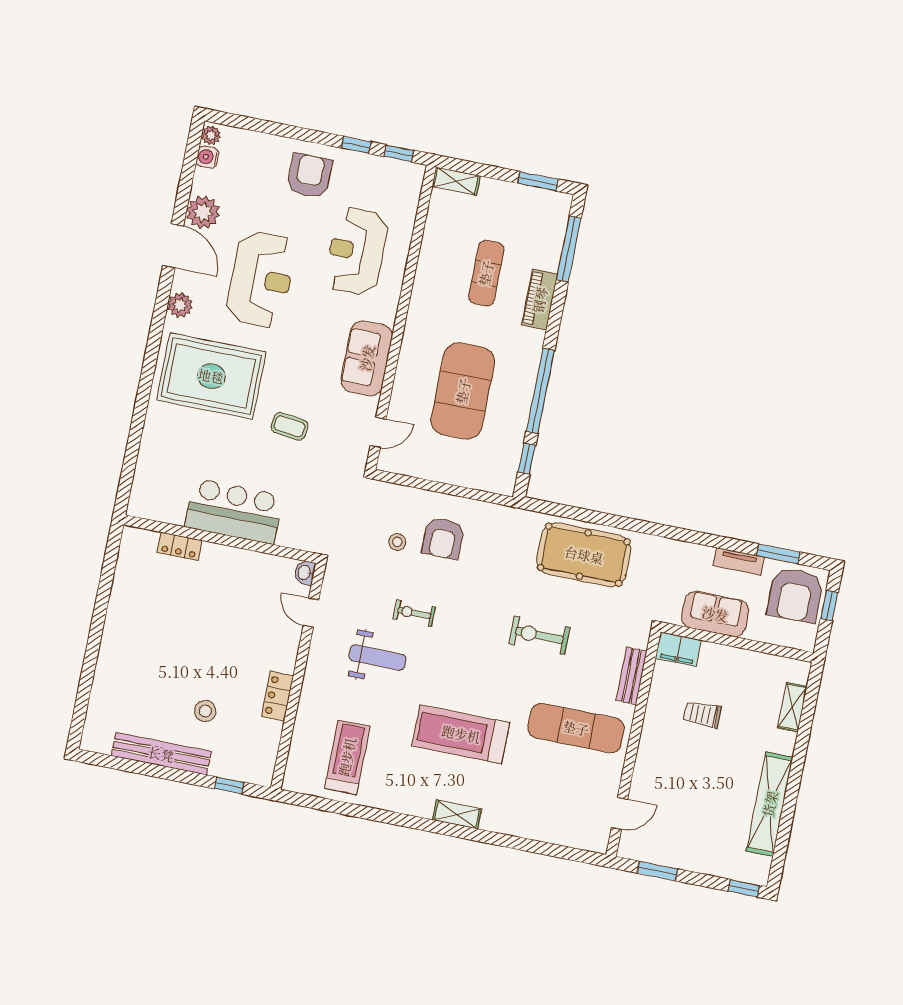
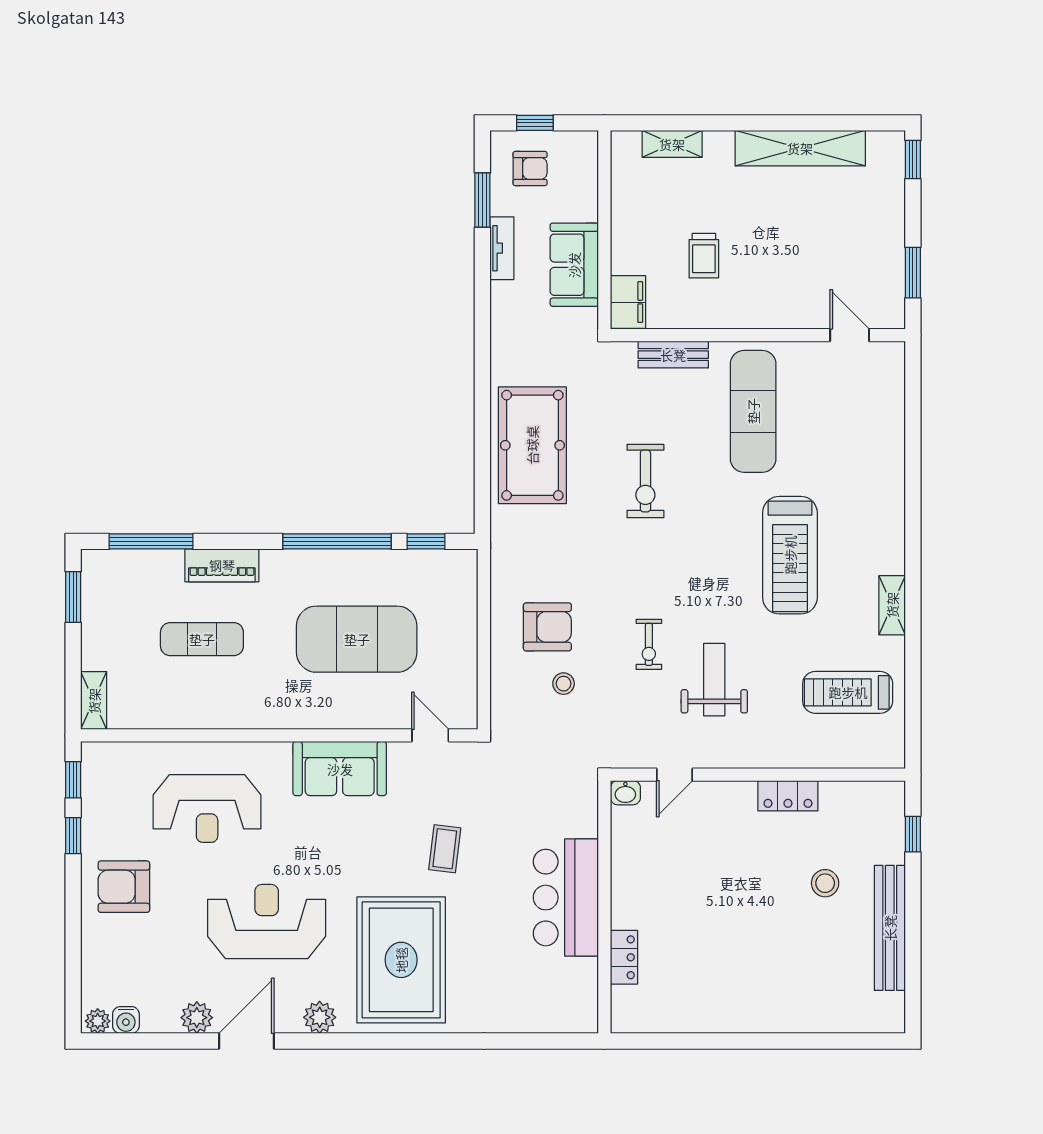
plant: (203, 212) -> (197, 1018), width x0.73, depth x0.73
armchair: (795, 595) -> (530, 169), width x0.53, depth x0.53
shelving: (457, 814) -> (892, 605), moved

